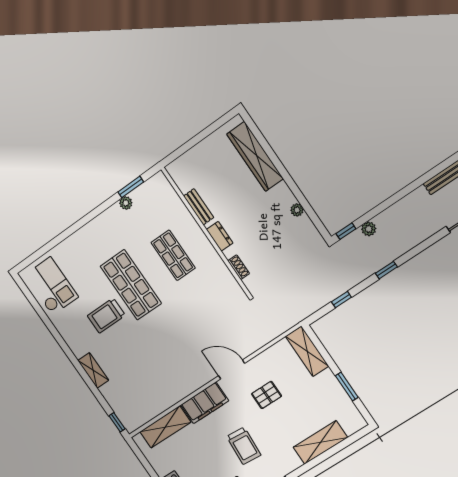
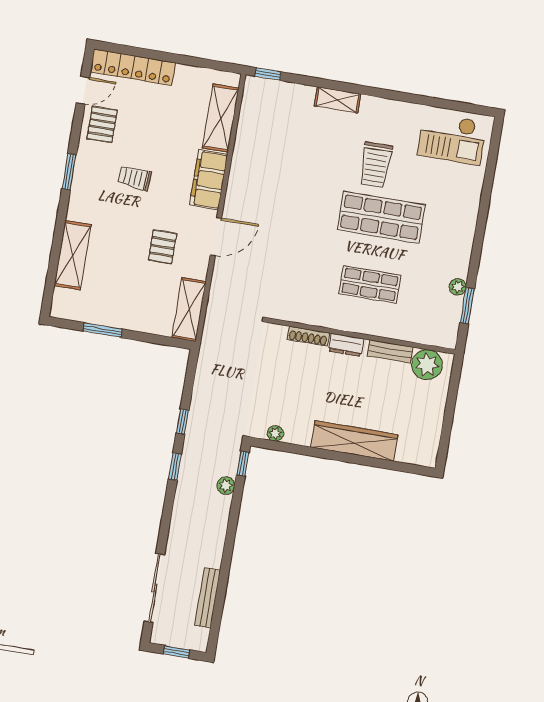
wardrobe: (255, 156) -> (354, 441), moved
plant: (185, 178) -> (427, 365), added
plant: (297, 210) -> (275, 433), moved
shoe rack: (239, 267) -> (308, 336), width x1.43
window: (341, 300) -> (183, 421), moved
trolley: (106, 316) -> (376, 165), turned 180
shelving: (307, 351) -> (189, 310), moved, turned 90
trolley: (244, 446) -> (135, 178), width x0.73, depth x0.72

